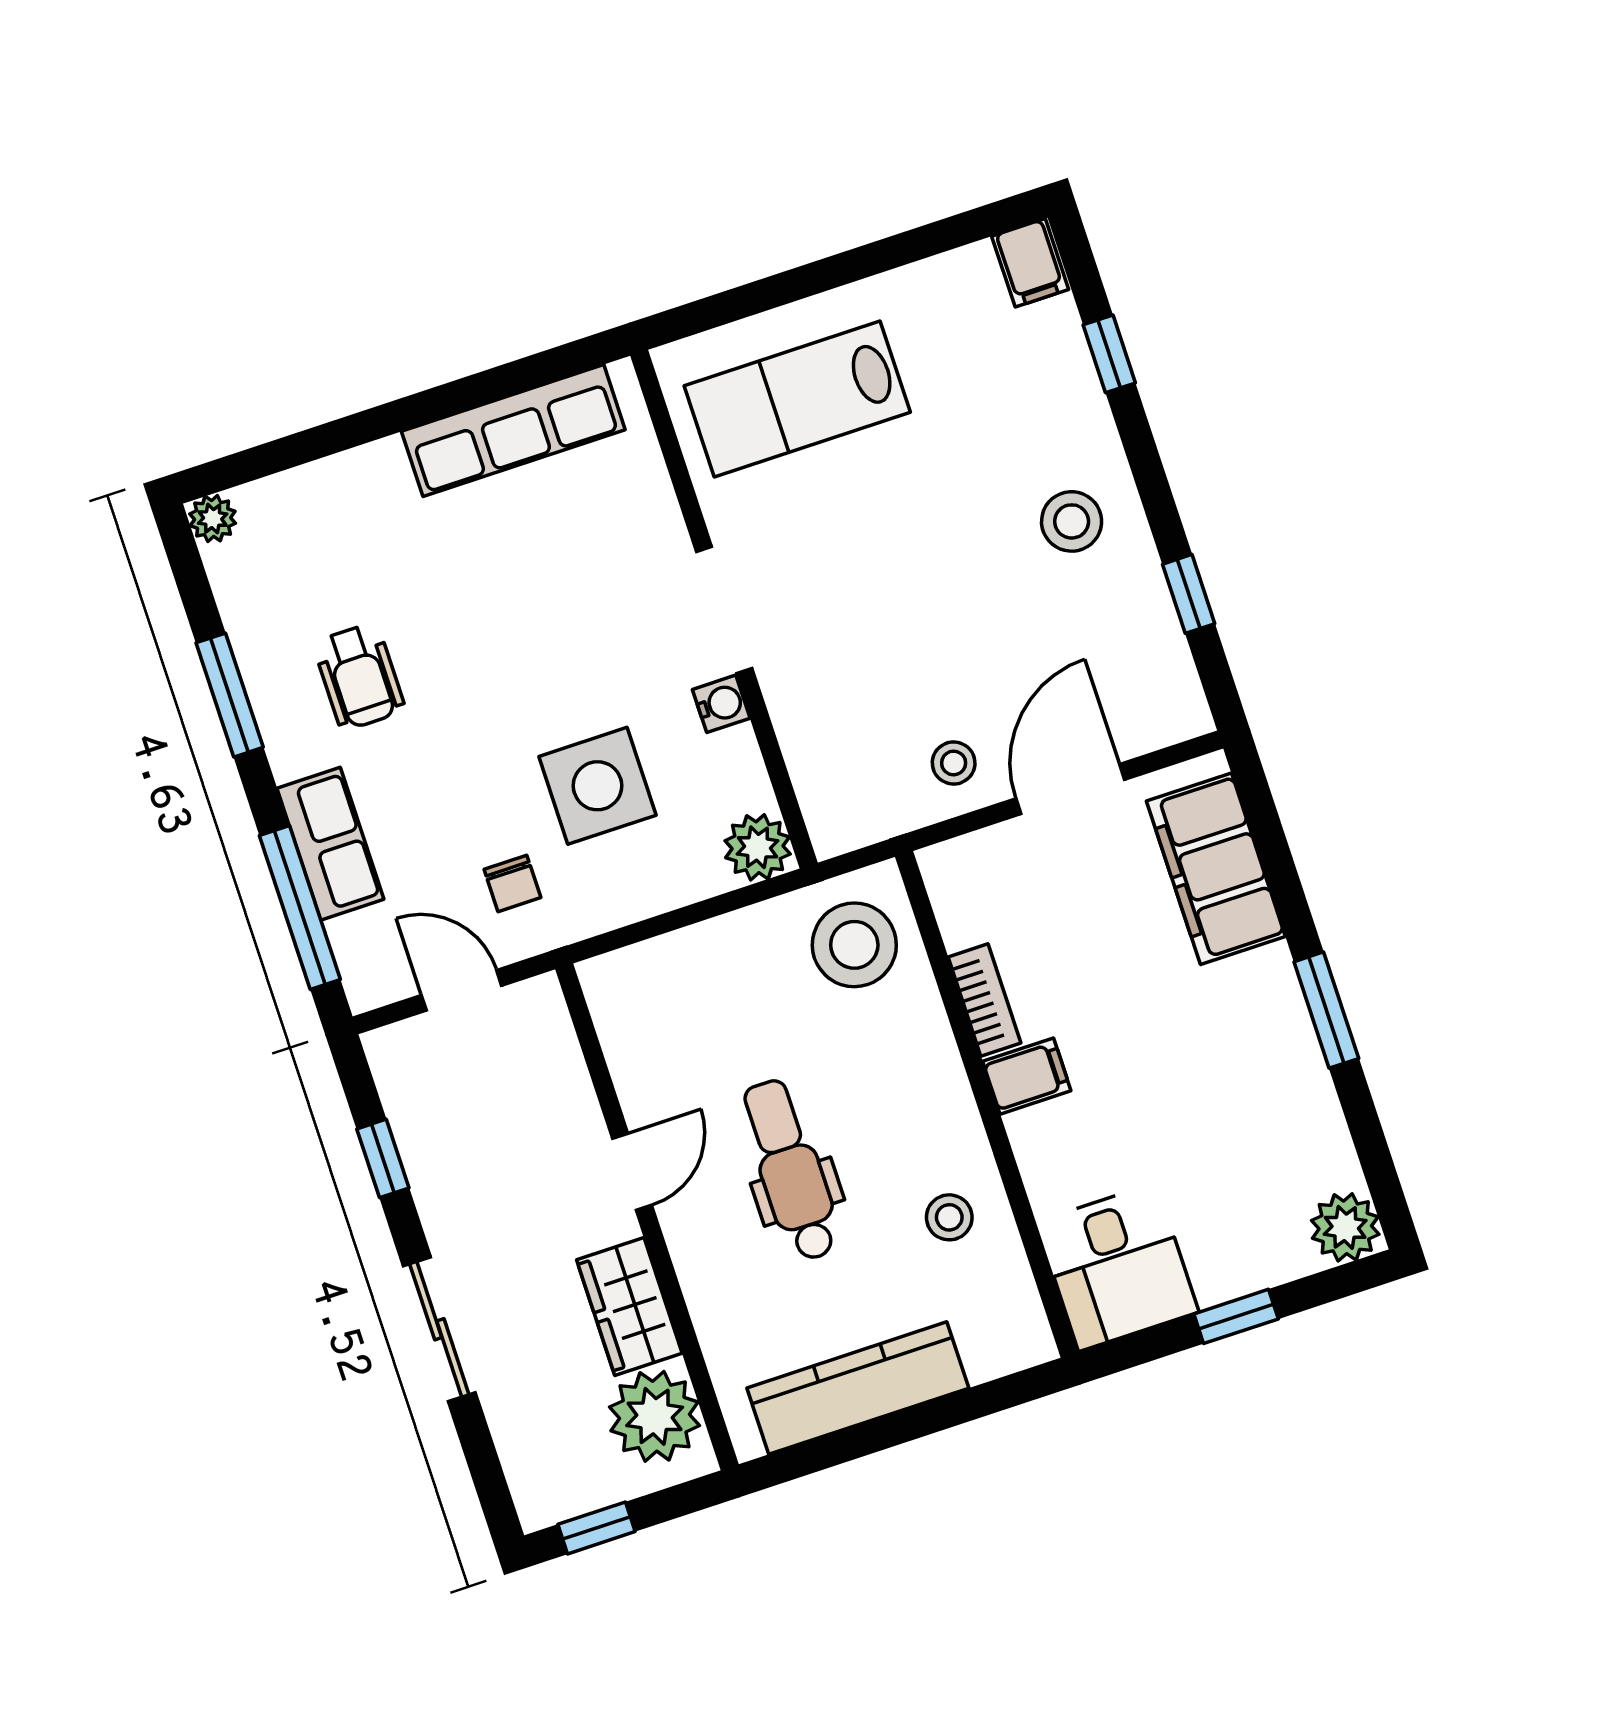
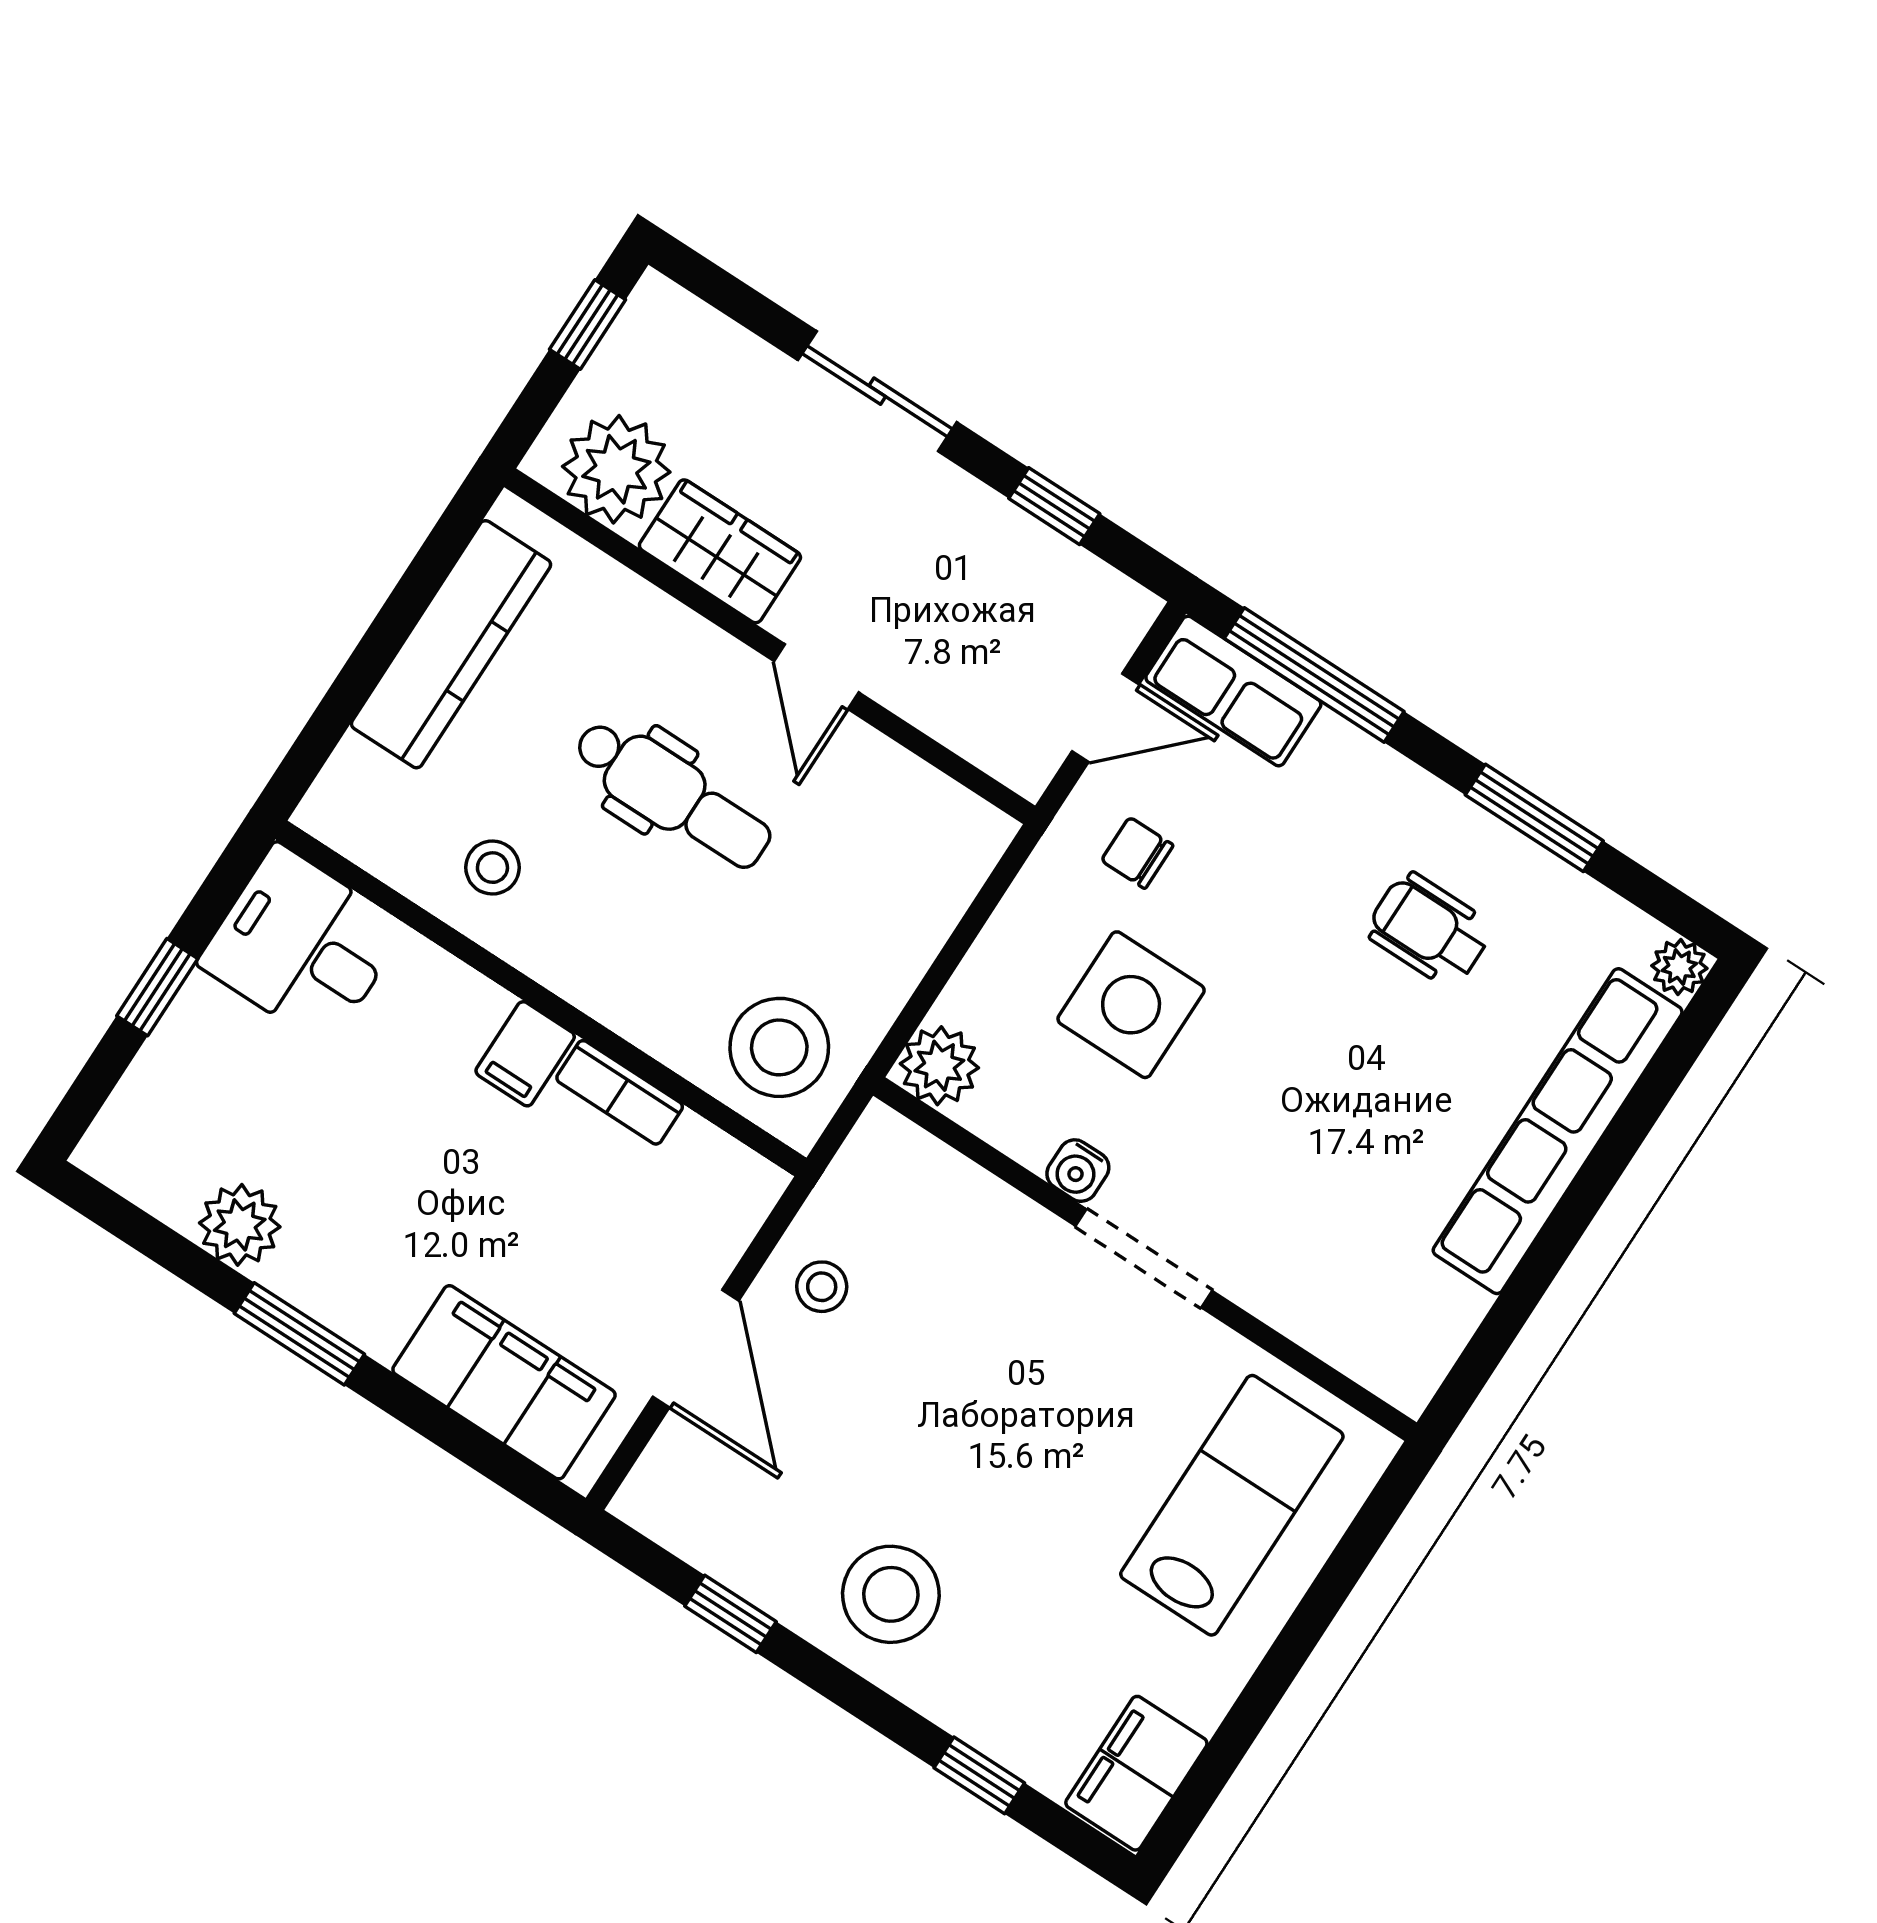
filing cabinet: (1030, 263) -> (1136, 1773), width x2.00
row of seats: (513, 431) -> (1558, 1131), moved, width x1.36
stool: (1072, 521) -> (891, 1594), width x1.38, depth x1.38
row of seats: (330, 844) -> (1233, 691), moved
plant: (1345, 1227) -> (240, 1225), moved

